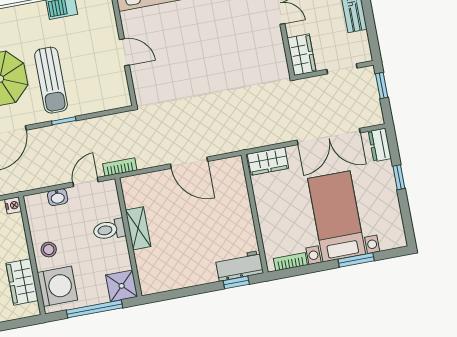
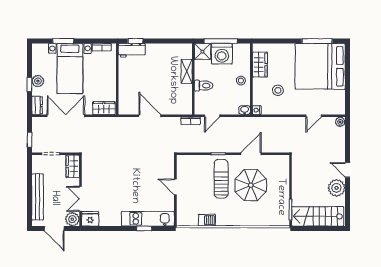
plant: (386, 186) -> (38, 81), added
washbasin: (58, 197) -> (245, 110), moved
shelving: (138, 228) -> (187, 71), moved
washing machine: (57, 286) -> (222, 54), moved, turned -90

